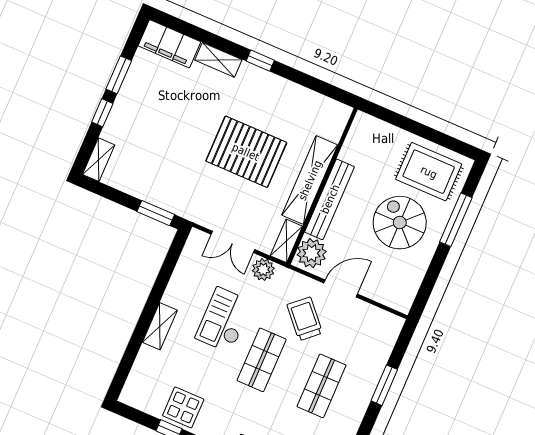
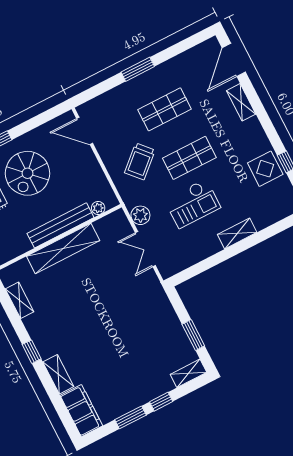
pallet: (246, 152) -> (89, 300), removed
window: (156, 213) -> (193, 335), moved
shelving: (286, 241) -> (20, 300), moved, turned 90
double door: (233, 242) -> (145, 249), swing flipped
plant: (312, 253) -> (98, 208), width x0.53, depth x0.53
door: (341, 289) -> (85, 131), moved
window: (384, 385) -> (138, 69), moved

